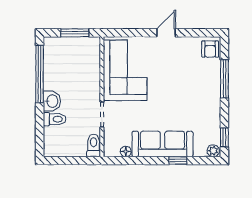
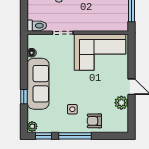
plant: (185, 45) -> (121, 103), added
armchair: (210, 49) -> (94, 121), moved
window: (224, 79) -> (75, 136), moved
side table: (193, 103) -> (72, 109), added

